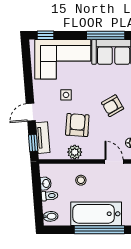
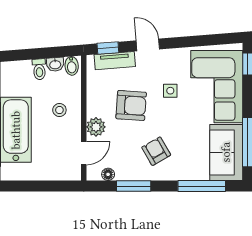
plant: (75, 152) -> (96, 127), moved
bidet: (50, 216) -> (72, 66), moved

